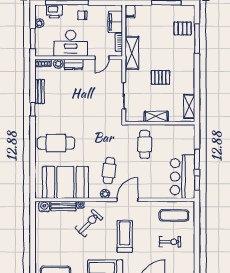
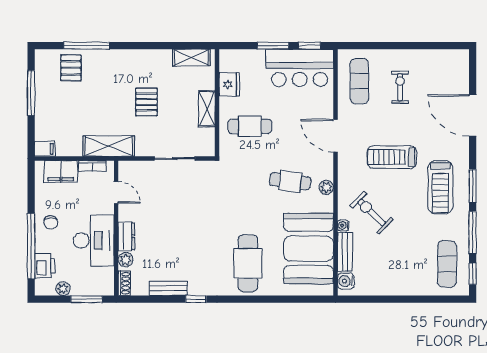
fridge: (172, 131) -> (229, 84), added
door: (127, 200) -> (335, 136), moved

